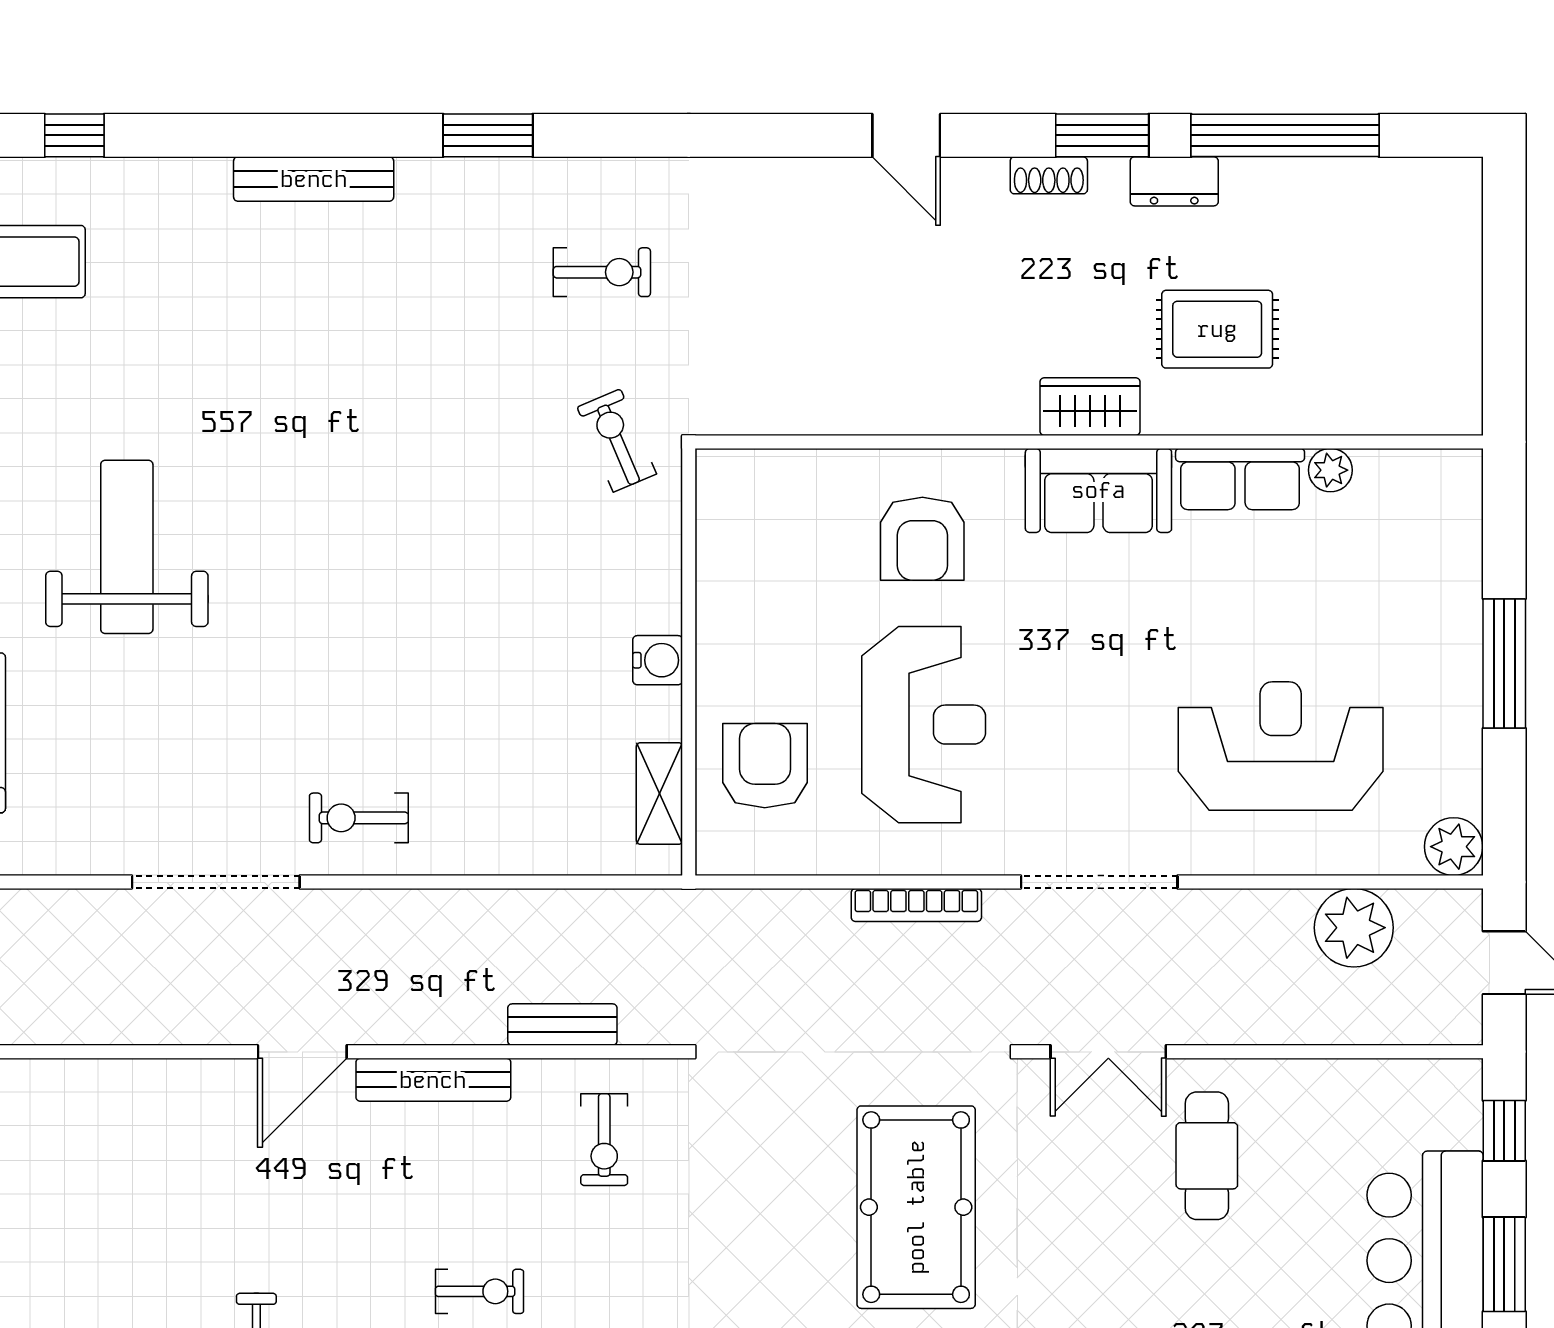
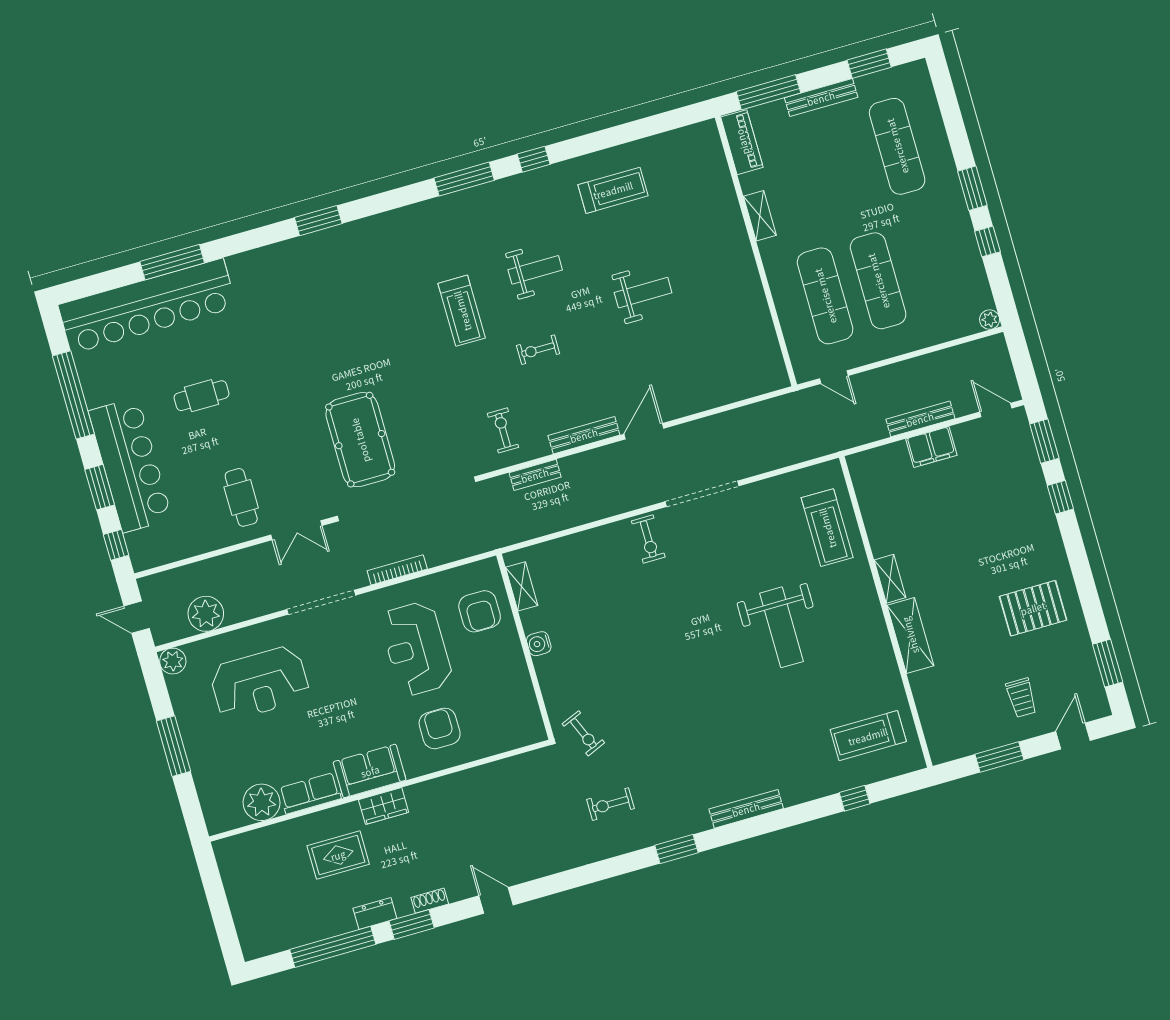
plant: (1330, 470) -> (262, 802), width x1.88, depth x1.88
exercise bike: (359, 818) -> (648, 539), turned 90
double door: (1108, 1052) -> (296, 530), swing flipped

